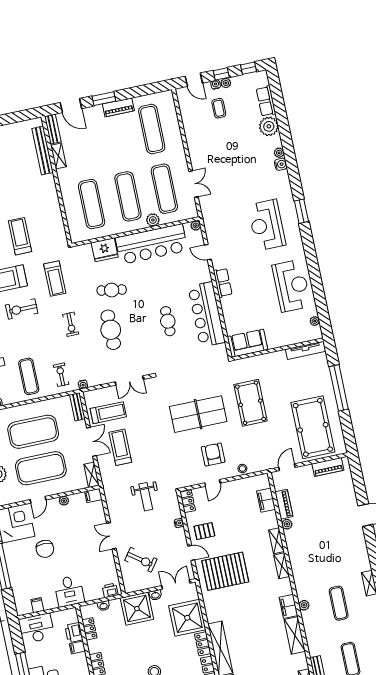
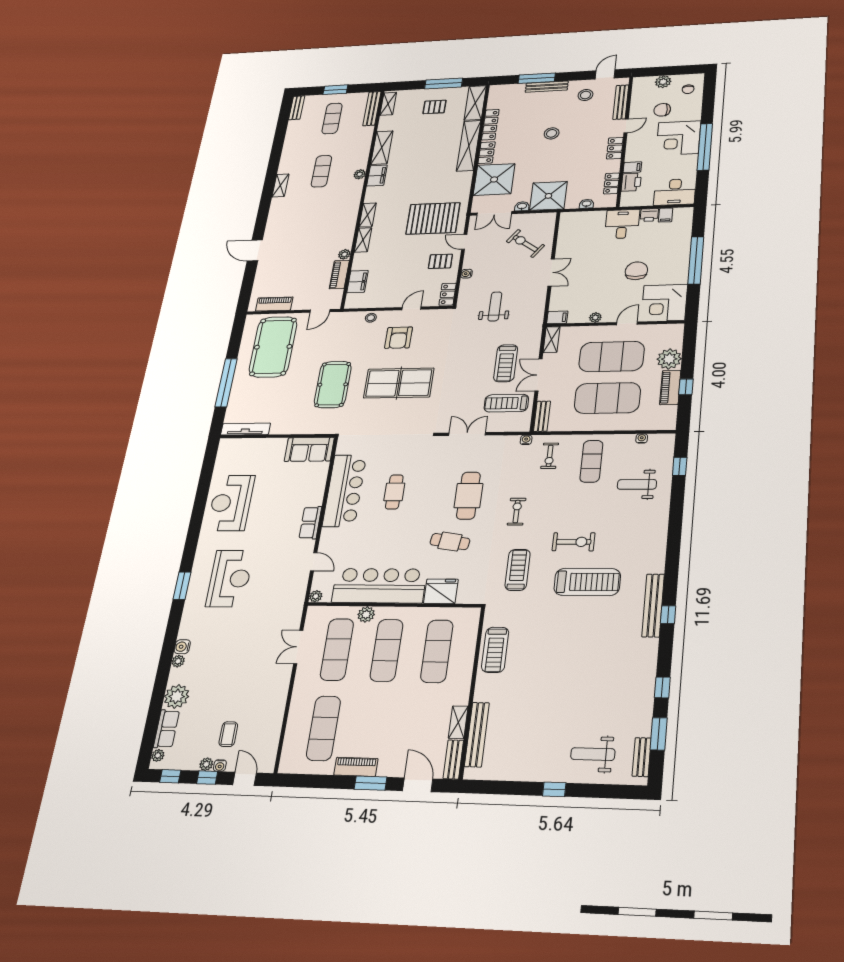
treadmill: (20, 236) -> (495, 650), moved
plant: (315, 321) -> (158, 755), moved
printer: (110, 590) -> (649, 215), moved

